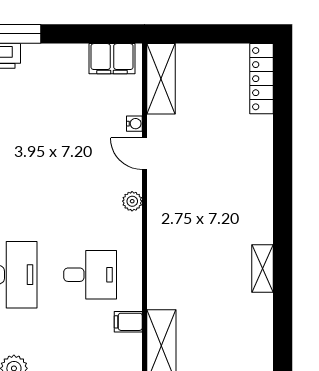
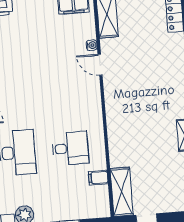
plant: (132, 201) -> (94, 97), removed

